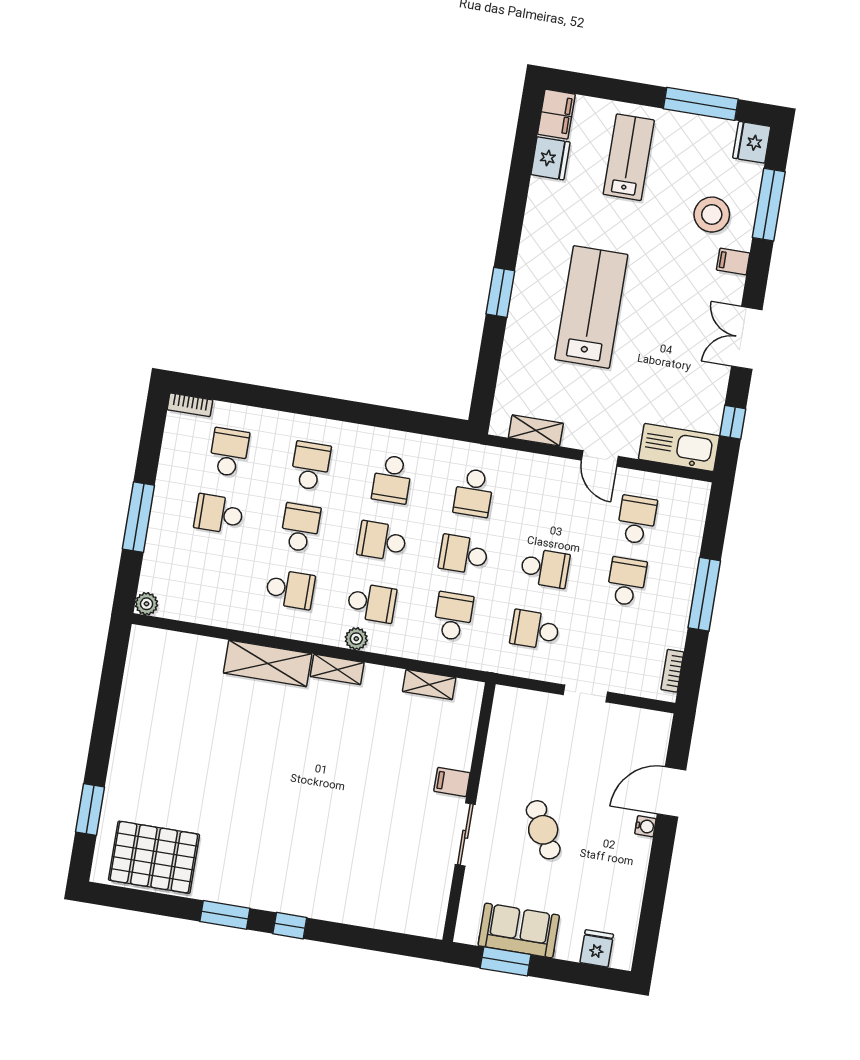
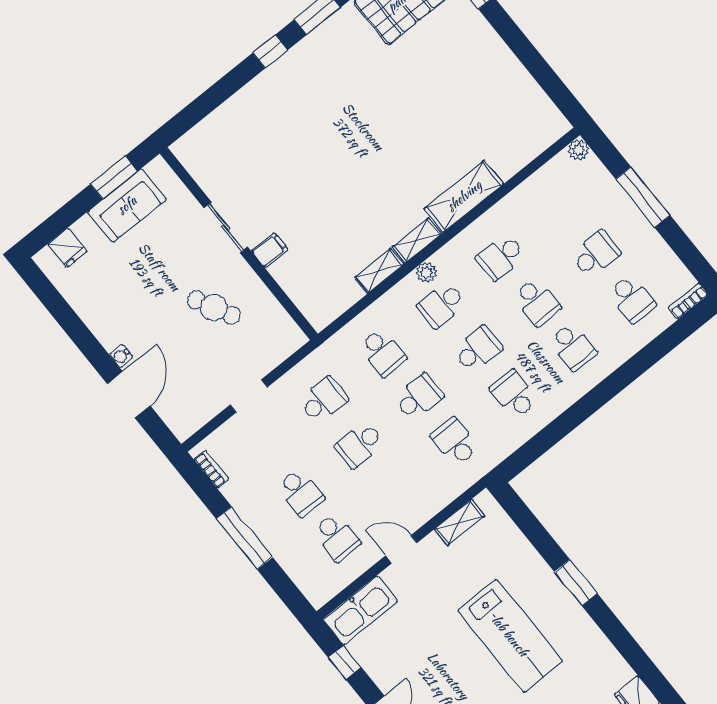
shelving: (429, 685) -> (379, 271), moved
cafe table: (543, 830) -> (214, 308), moved

